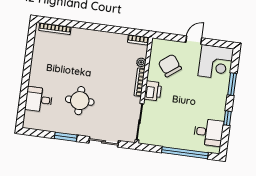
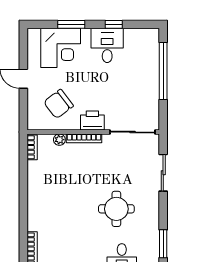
corner desk: (216, 62) -> (61, 48), moved, turned 90
desk: (209, 132) -> (107, 45), moved
window: (66, 137) -> (163, 244), moved

